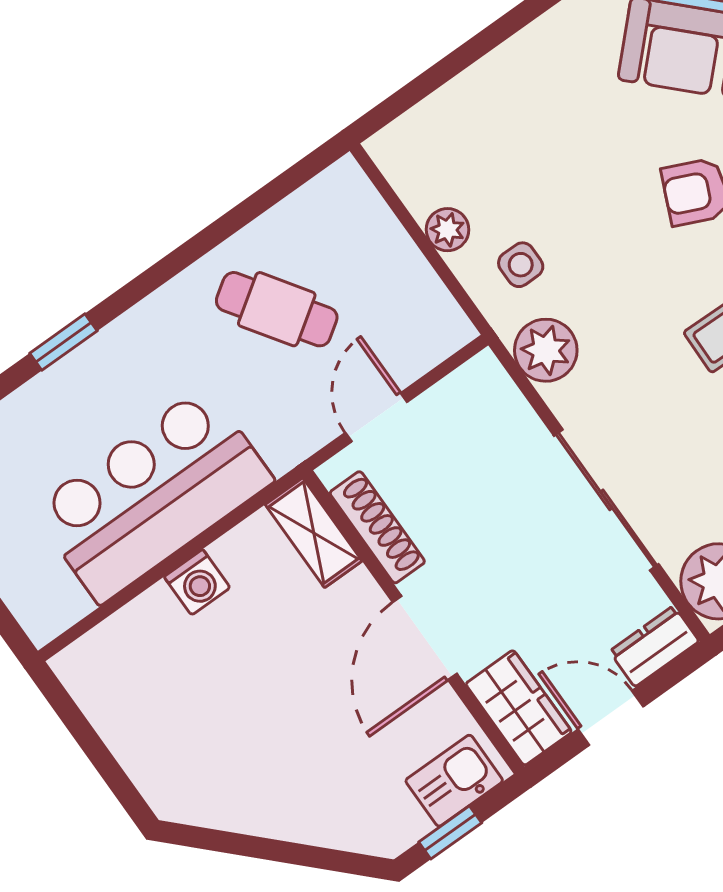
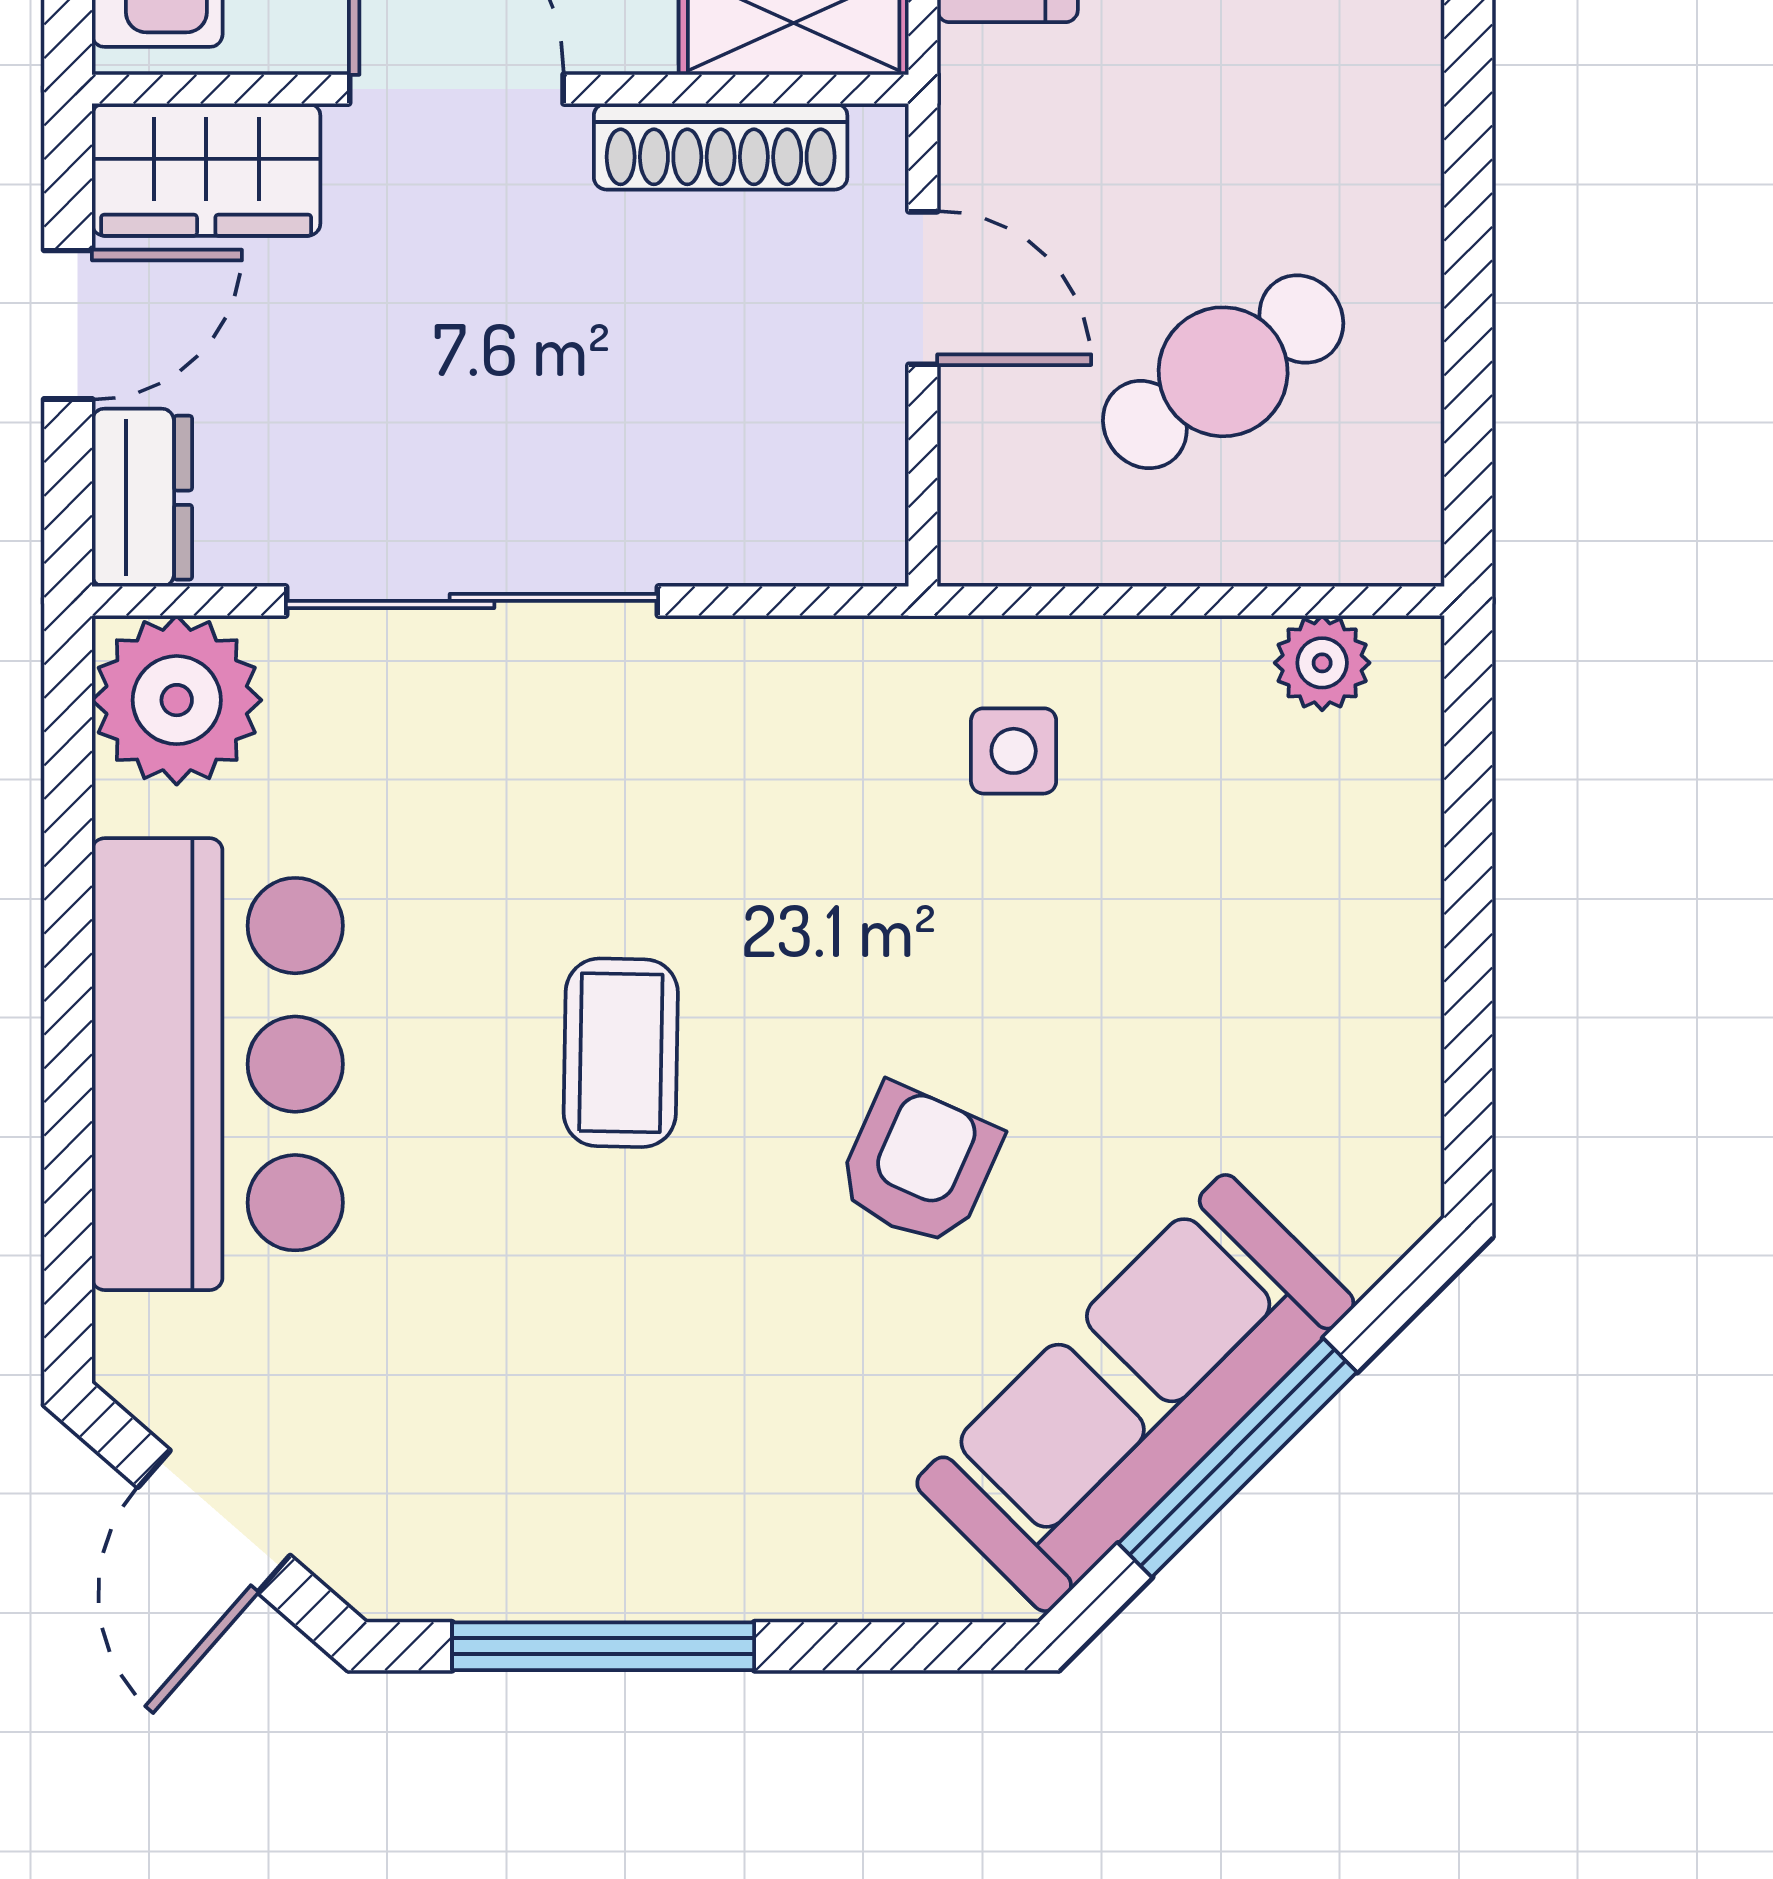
plant: (447, 230) -> (1322, 663), moved
cafe table: (277, 309) -> (1223, 372), moved
plant: (546, 350) -> (825, 685), removed

